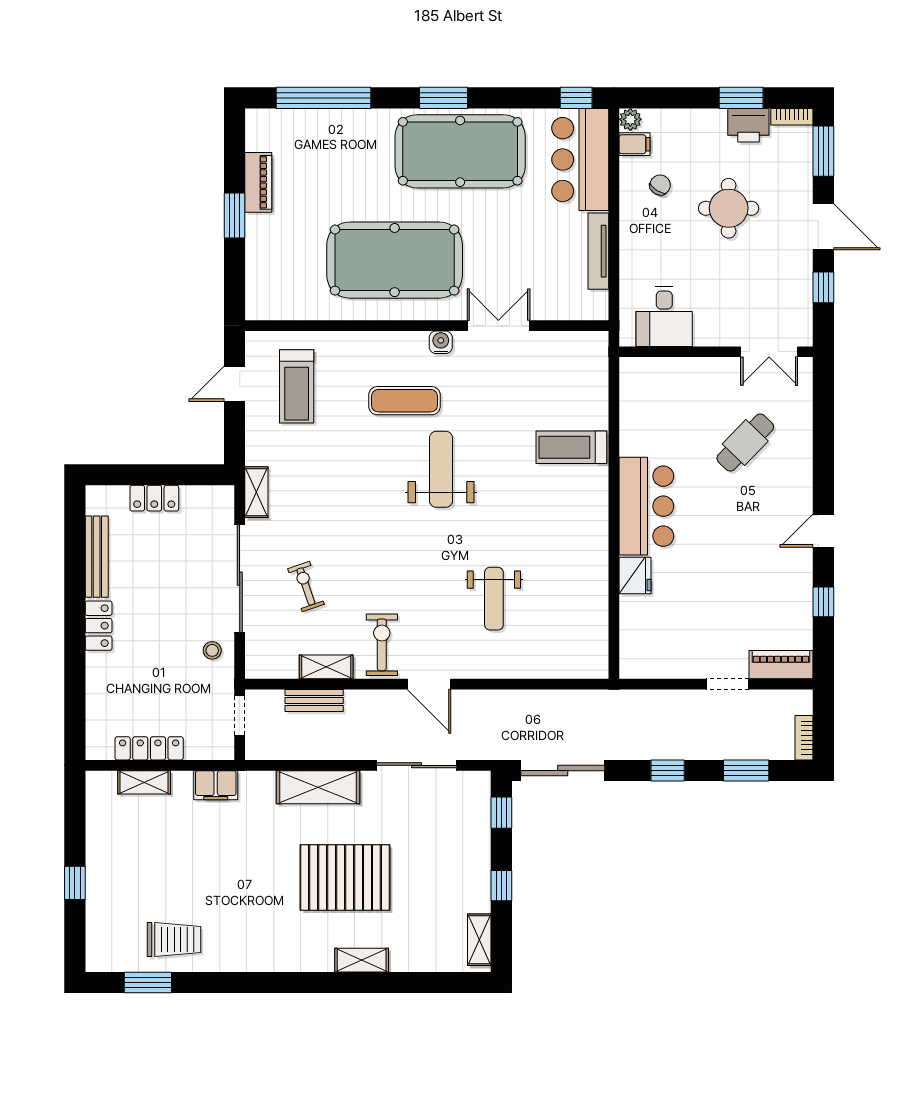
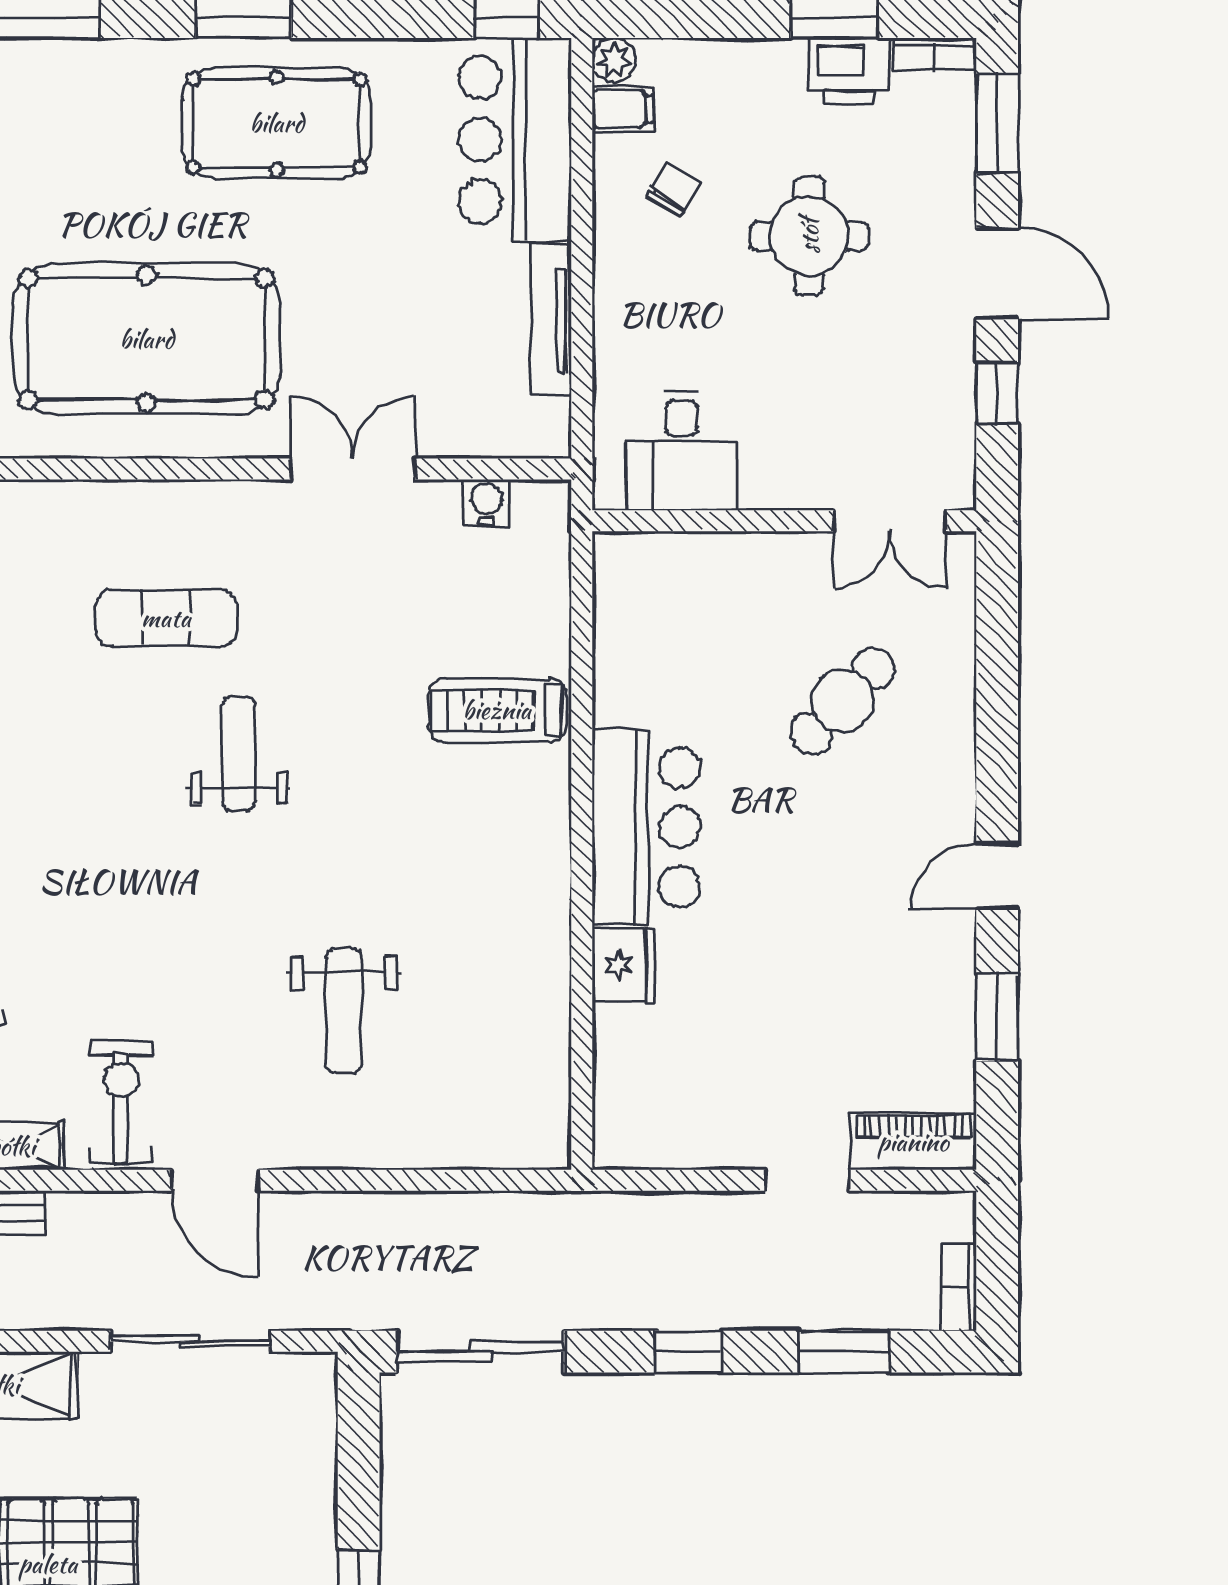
pool table: (460, 151) -> (277, 123), width x0.73, depth x0.76
water cooler: (441, 342) -> (487, 502), moved
weight bench: (441, 469) -> (239, 754), width x0.73, depth x0.75
window: (823, 602) -> (997, 1017), width x1.50
window: (501, 813) -> (359, 1435), removed

